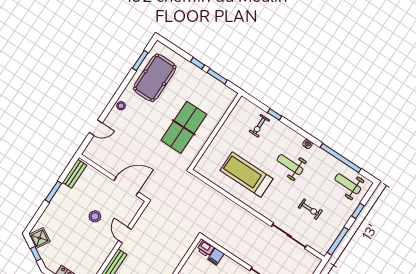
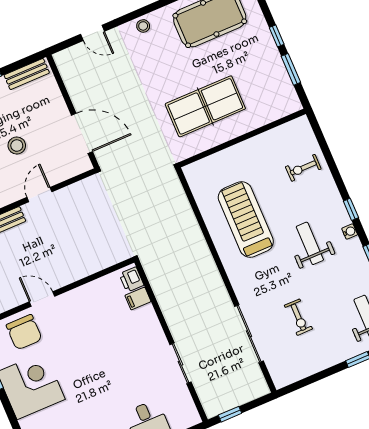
window: (275, 114) -> (351, 209), moved
window: (338, 241) -> (307, 381), removed

